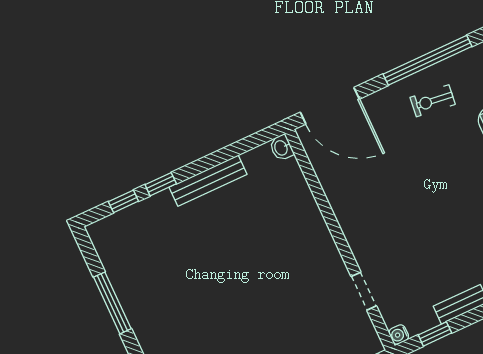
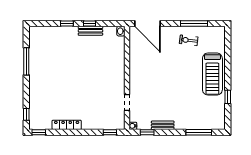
window: (427, 60) -> (194, 23), width x0.68
bench: (208, 181) -> (90, 31), width x0.73
window: (123, 201) -> (89, 23), moved

